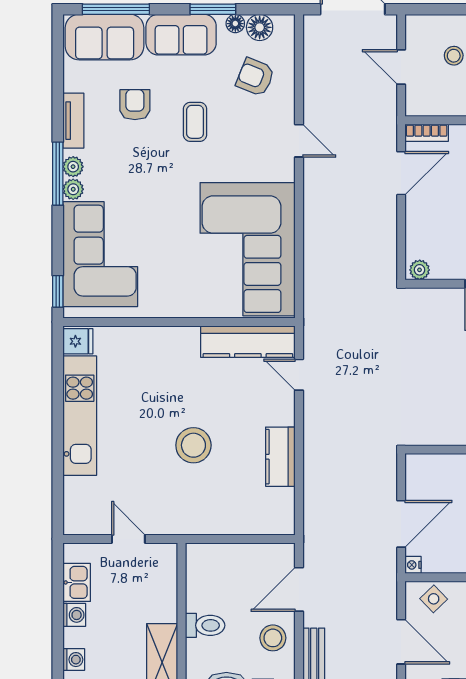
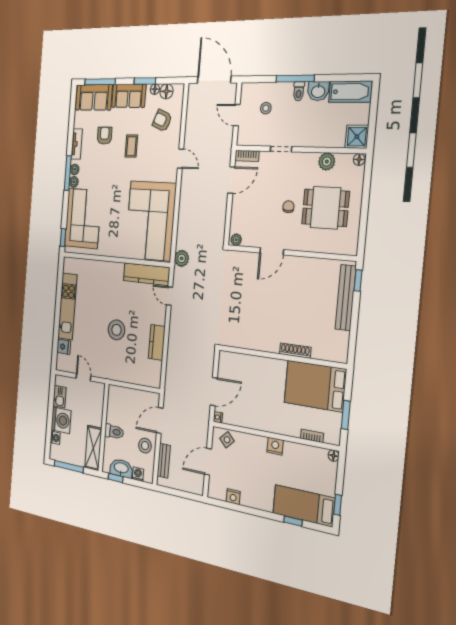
plant: (317, 309) -> (182, 258), added
fridge: (78, 341) -> (64, 347), moved
washing machine: (74, 615) -> (61, 420), width x1.89, depth x1.89
door: (401, 642) -> (208, 462), swing flipped

